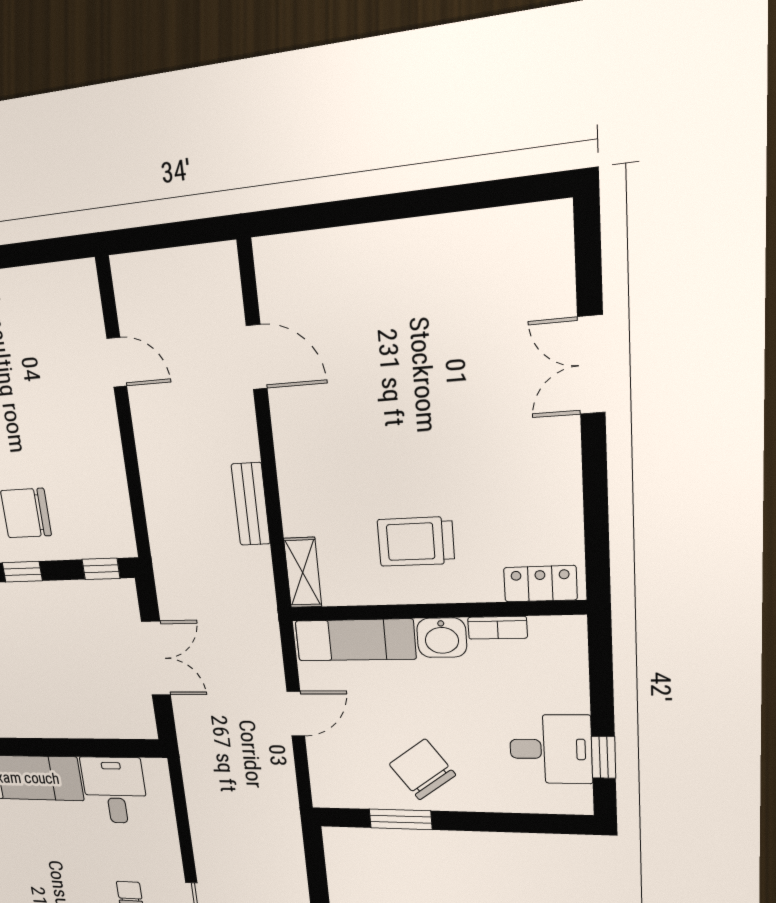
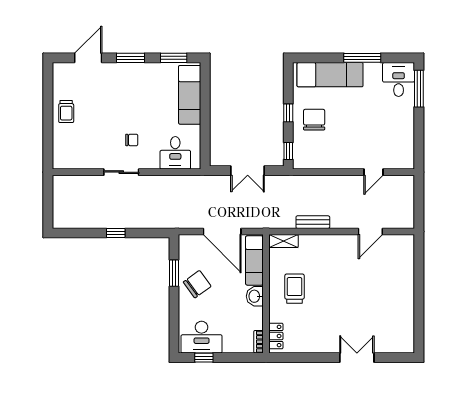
bookcase: (497, 628) -> (258, 342), moved
door: (296, 713) -> (222, 232), width x1.87
desk: (551, 749) -> (202, 337), width x1.37
desk: (115, 790) -> (175, 153), moved, turned 90

